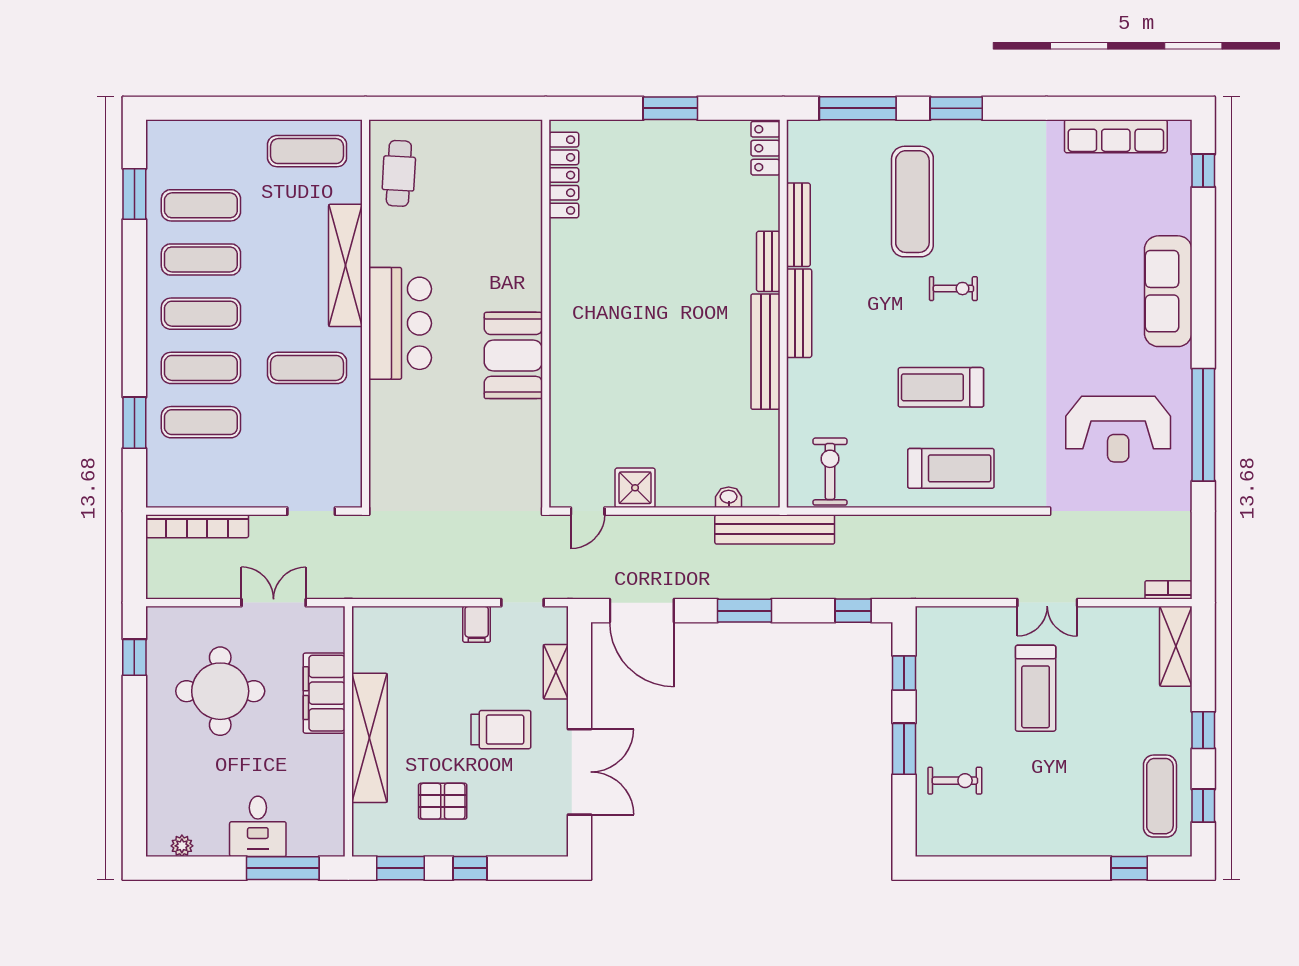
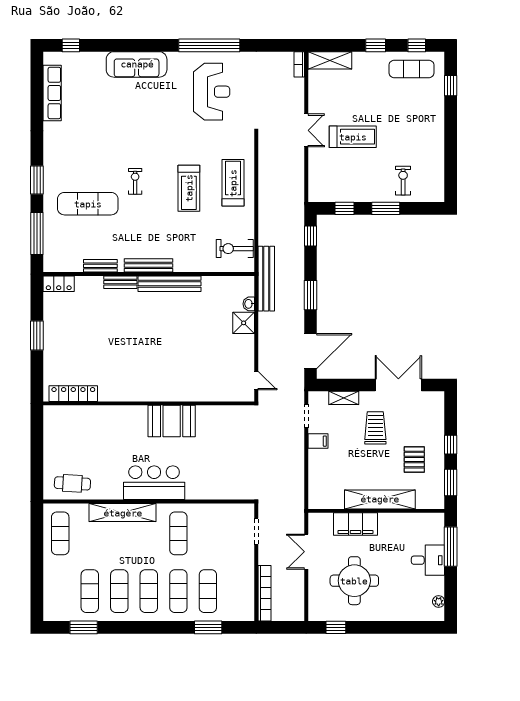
bench: (798, 225) -> (100, 266), width x0.73
shower: (635, 488) -> (244, 323), moved

